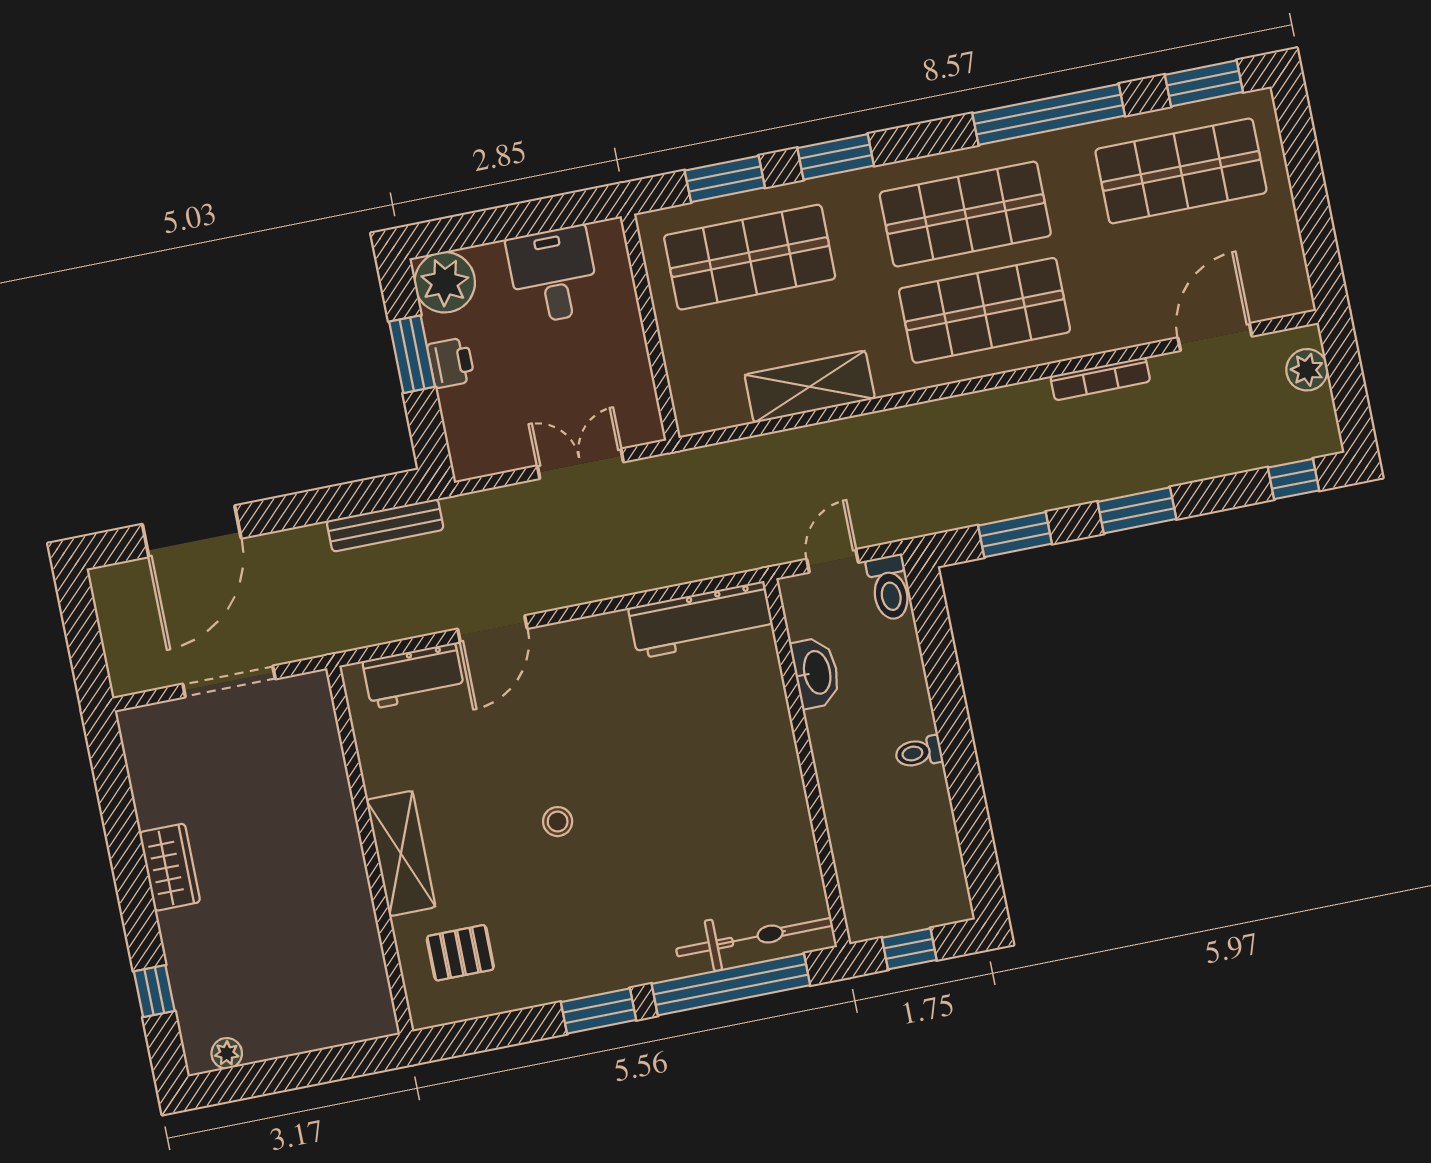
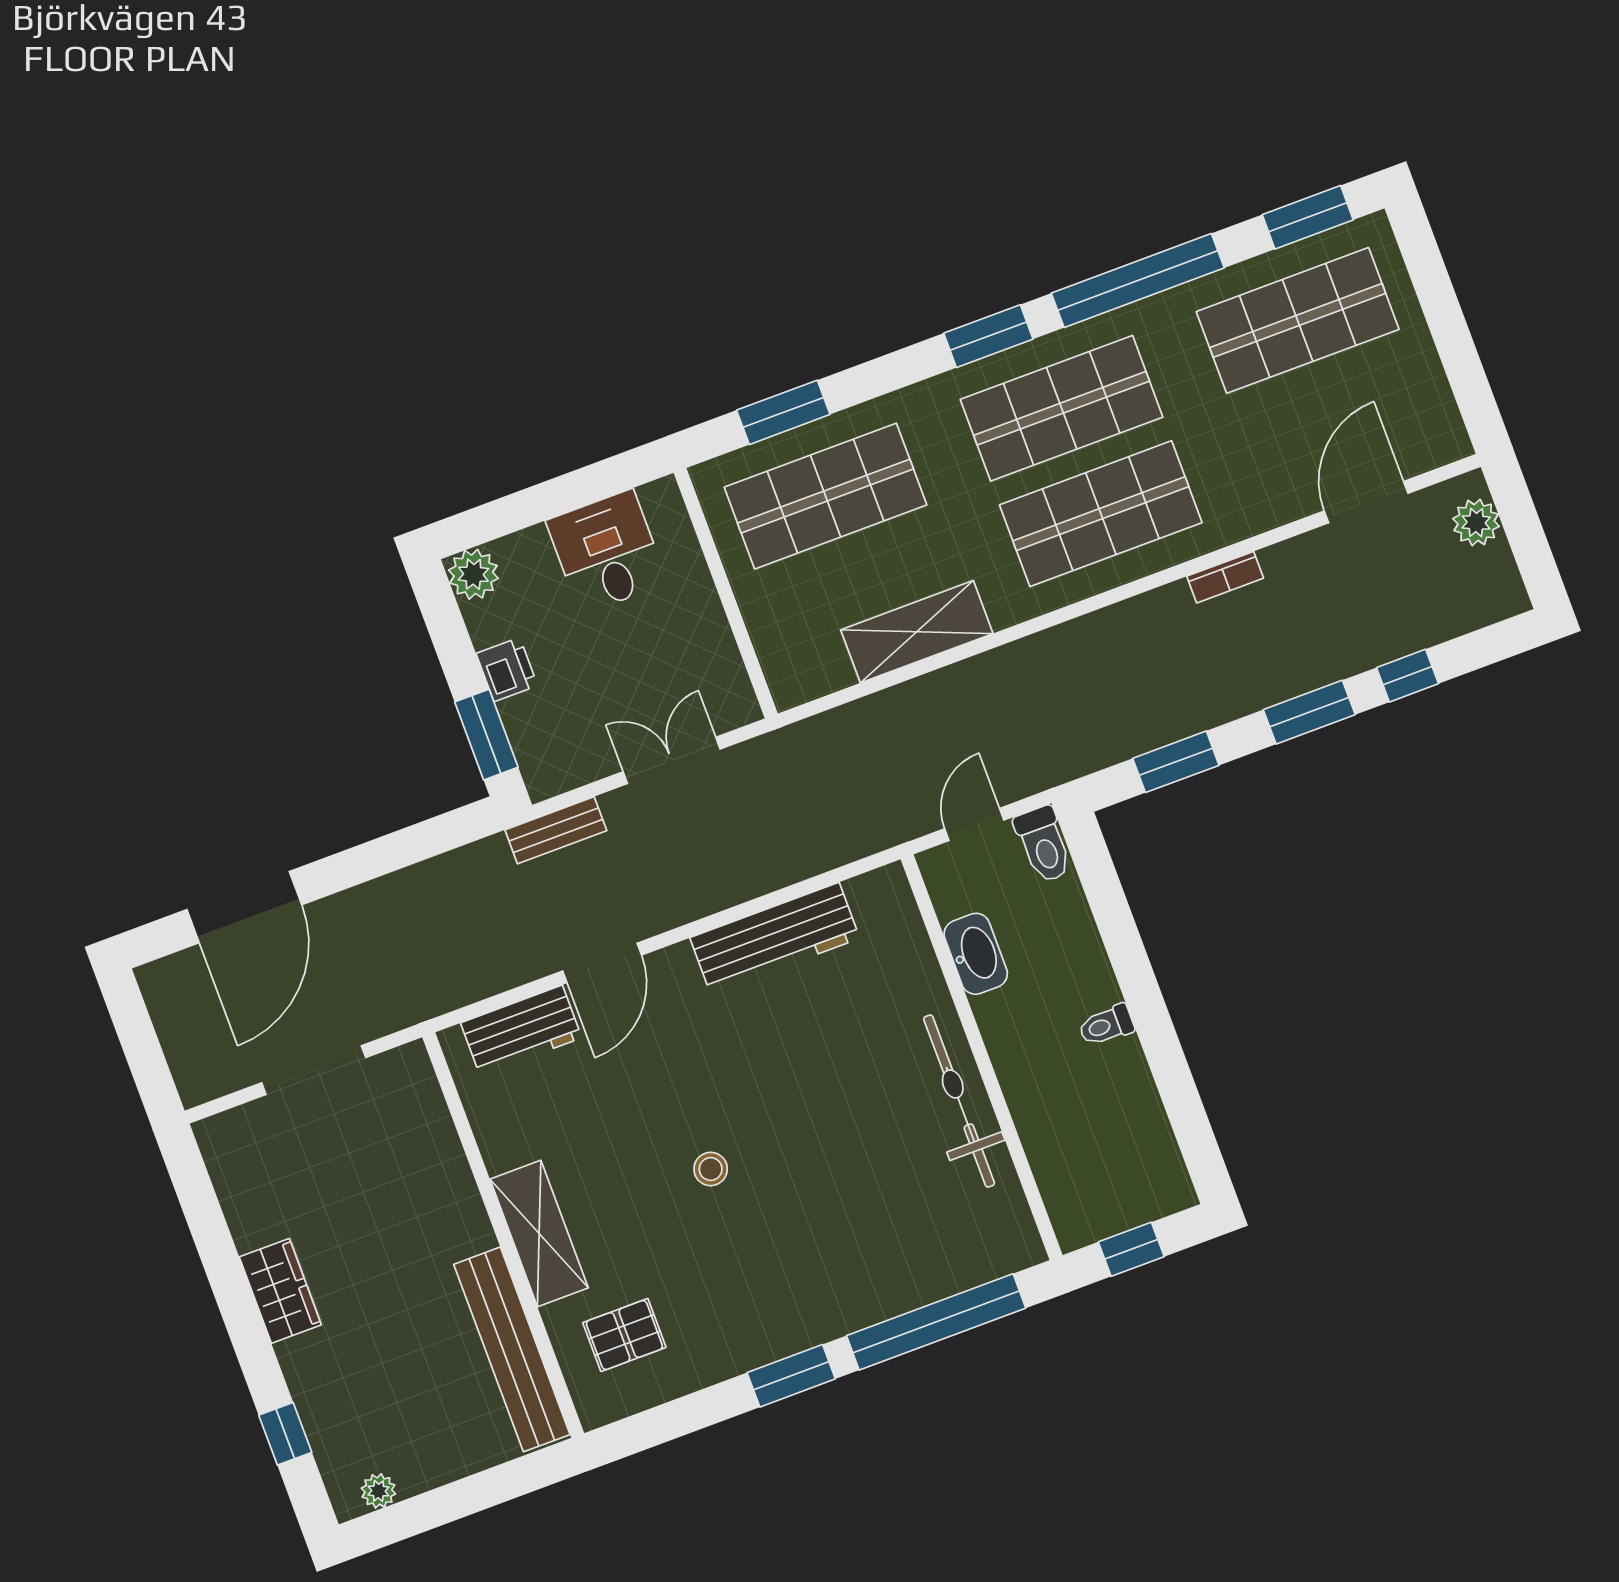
window: (836, 157) -> (988, 336), moved
plant: (445, 282) -> (473, 574), width x0.73, depth x0.73
window: (412, 354) -> (486, 735), moved
bookcase: (1100, 379) -> (1225, 577), width x0.64
window: (1294, 479) -> (1408, 676), moved
bench: (385, 525) -> (556, 830), moved, width x0.73
workbench: (701, 620) -> (775, 938), moved
bicycle: (755, 937) -> (959, 1101), moved, turned -90
bench: (361, 950) -> (512, 1349), added

